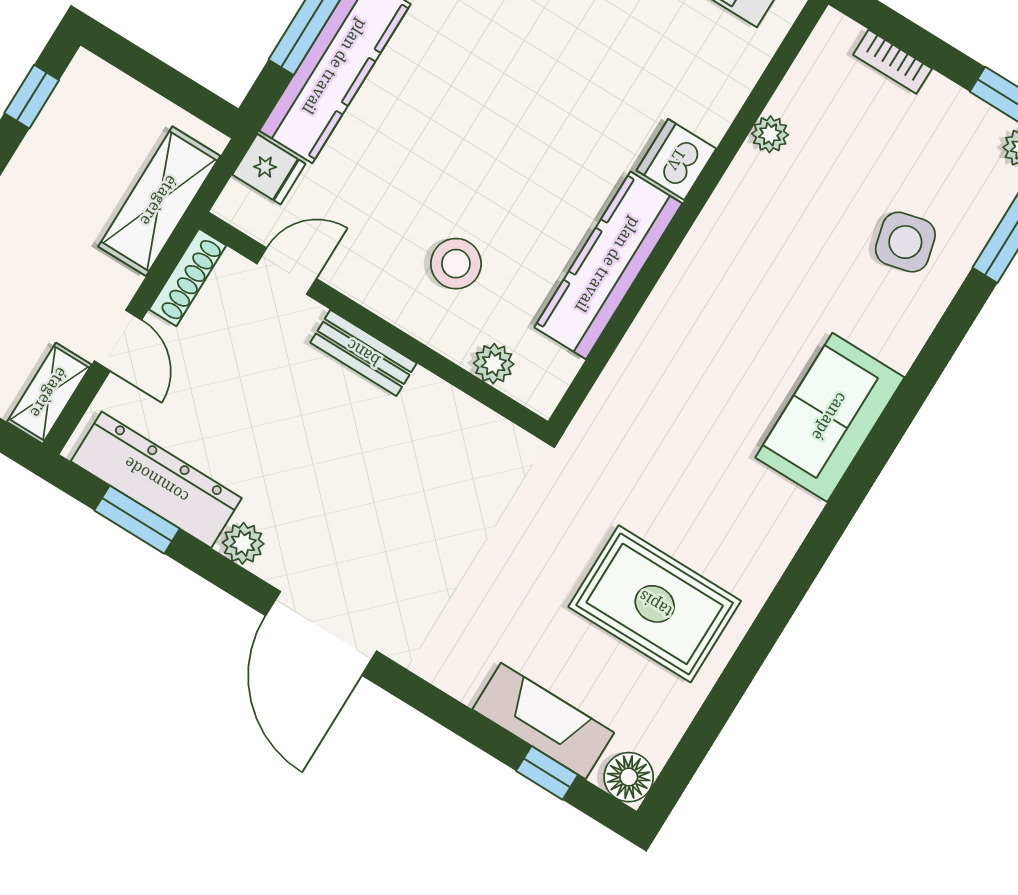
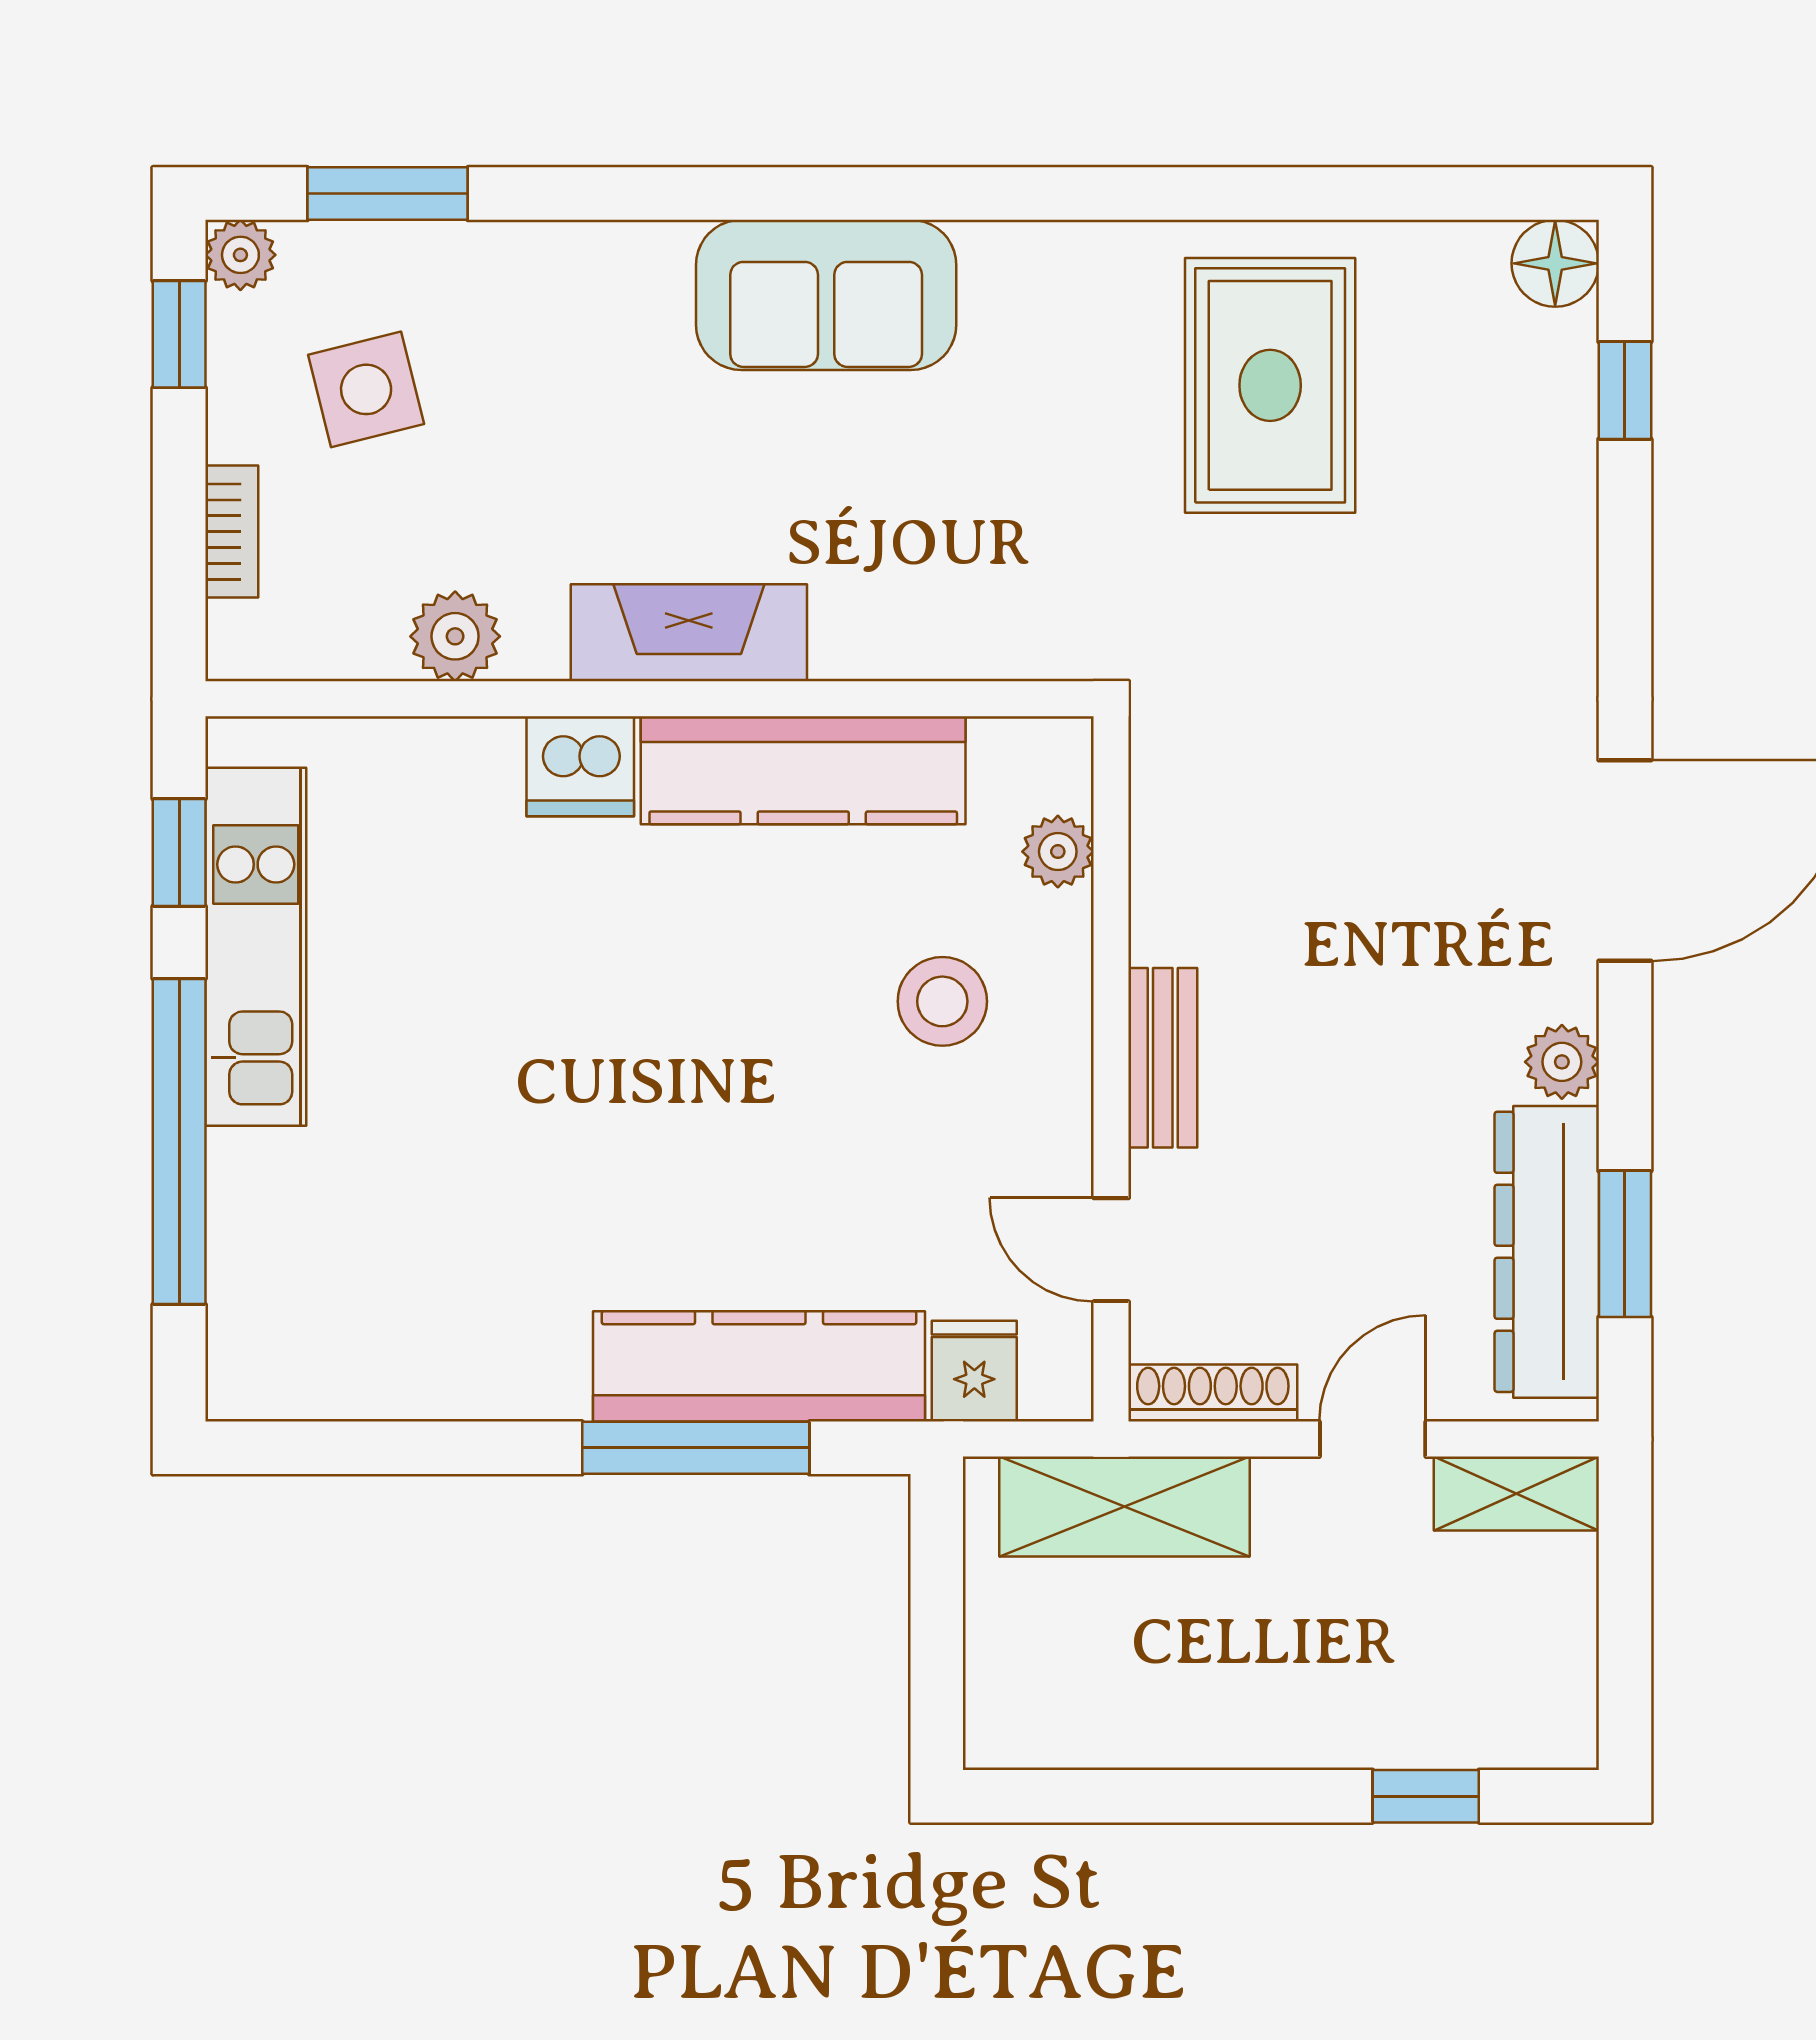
window: (32, 97) -> (1086, 1796), removed
plant: (770, 134) -> (455, 636), width x1.38, depth x1.38
side table: (905, 242) -> (366, 389), moved
fireplace: (543, 721) -> (689, 633), moved, turned 90

